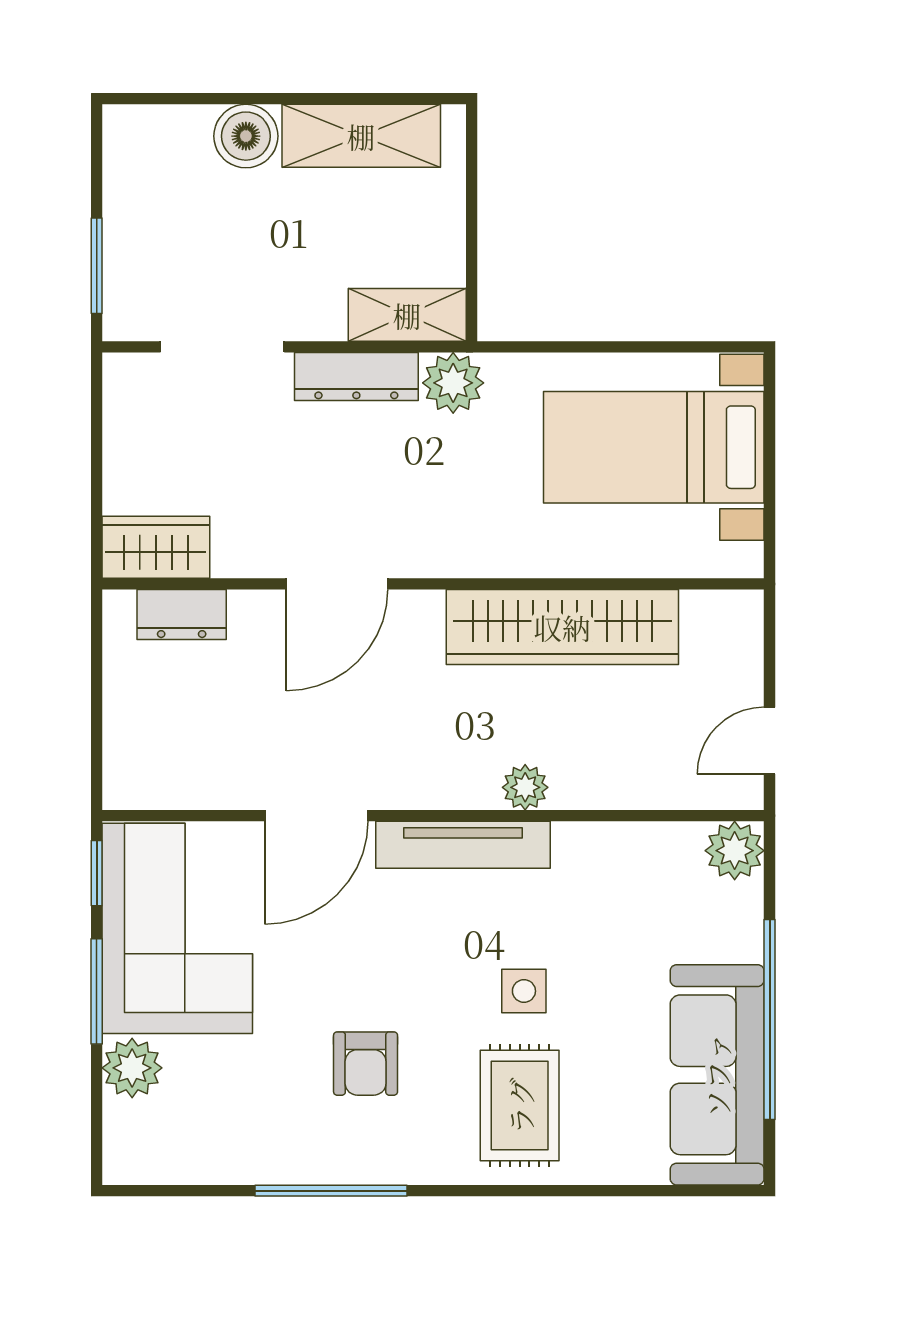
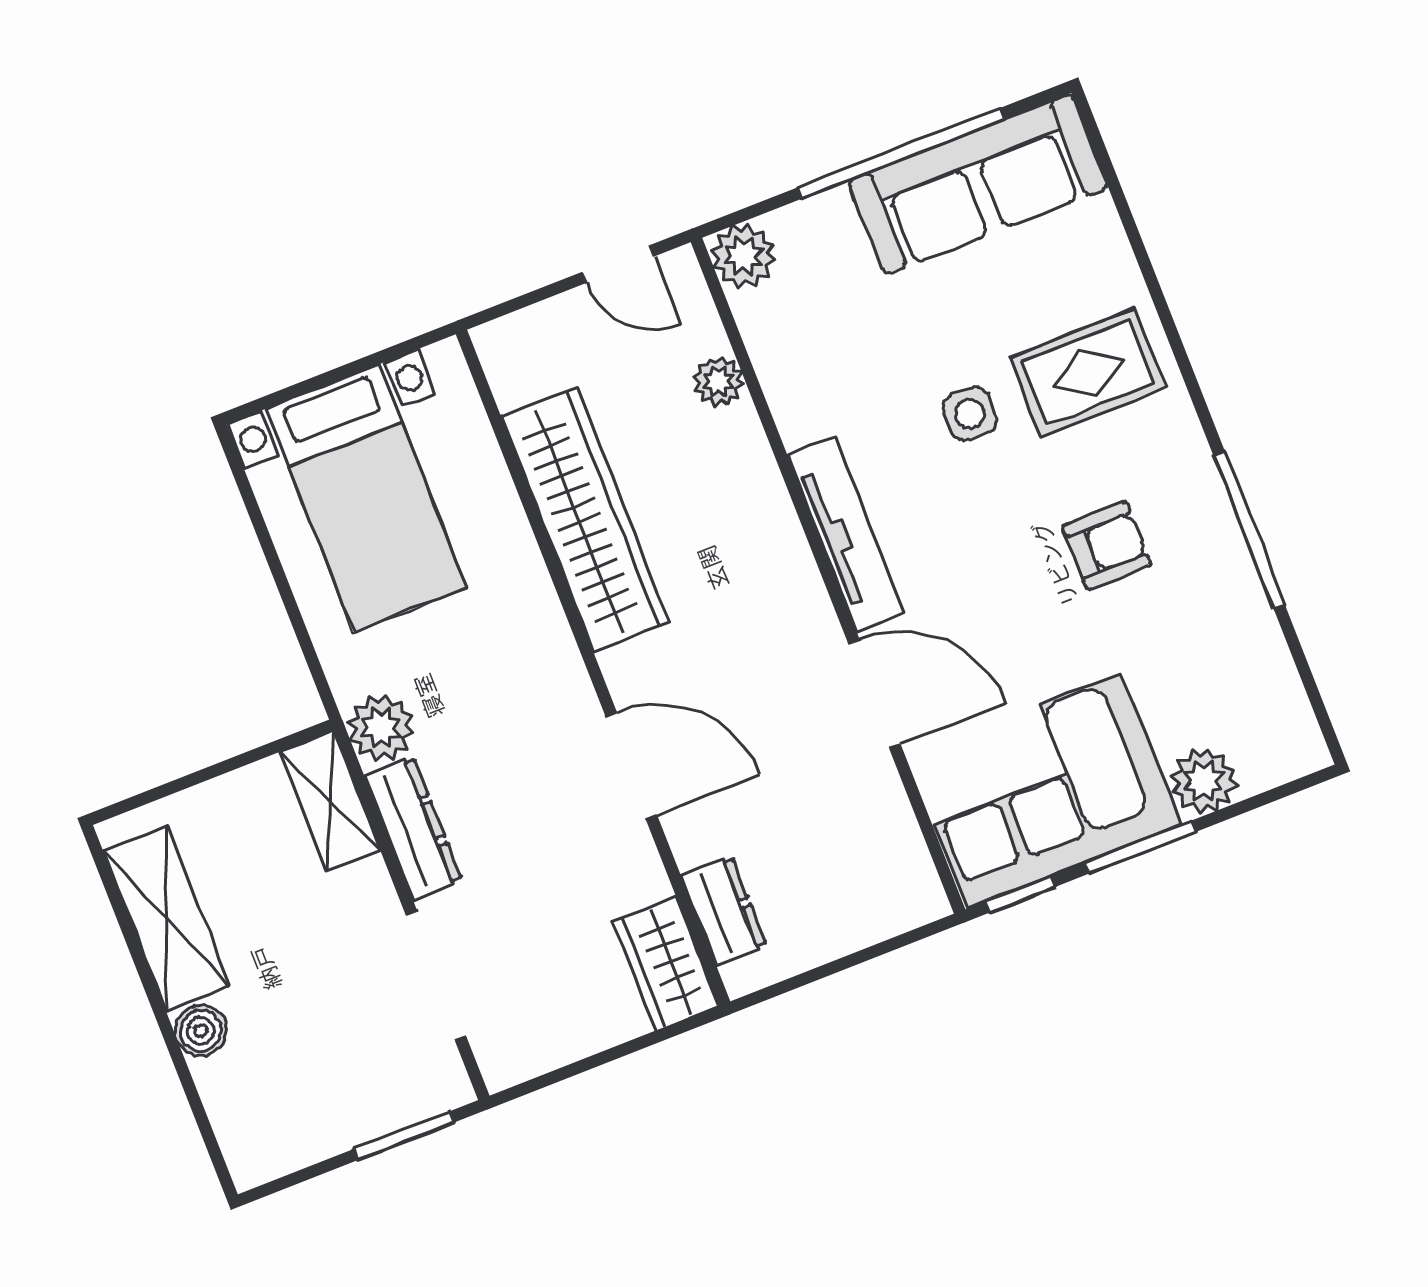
boiler: (246, 136) -> (201, 1031), width x0.73, depth x0.73
plant: (525, 787) -> (719, 381), moved

